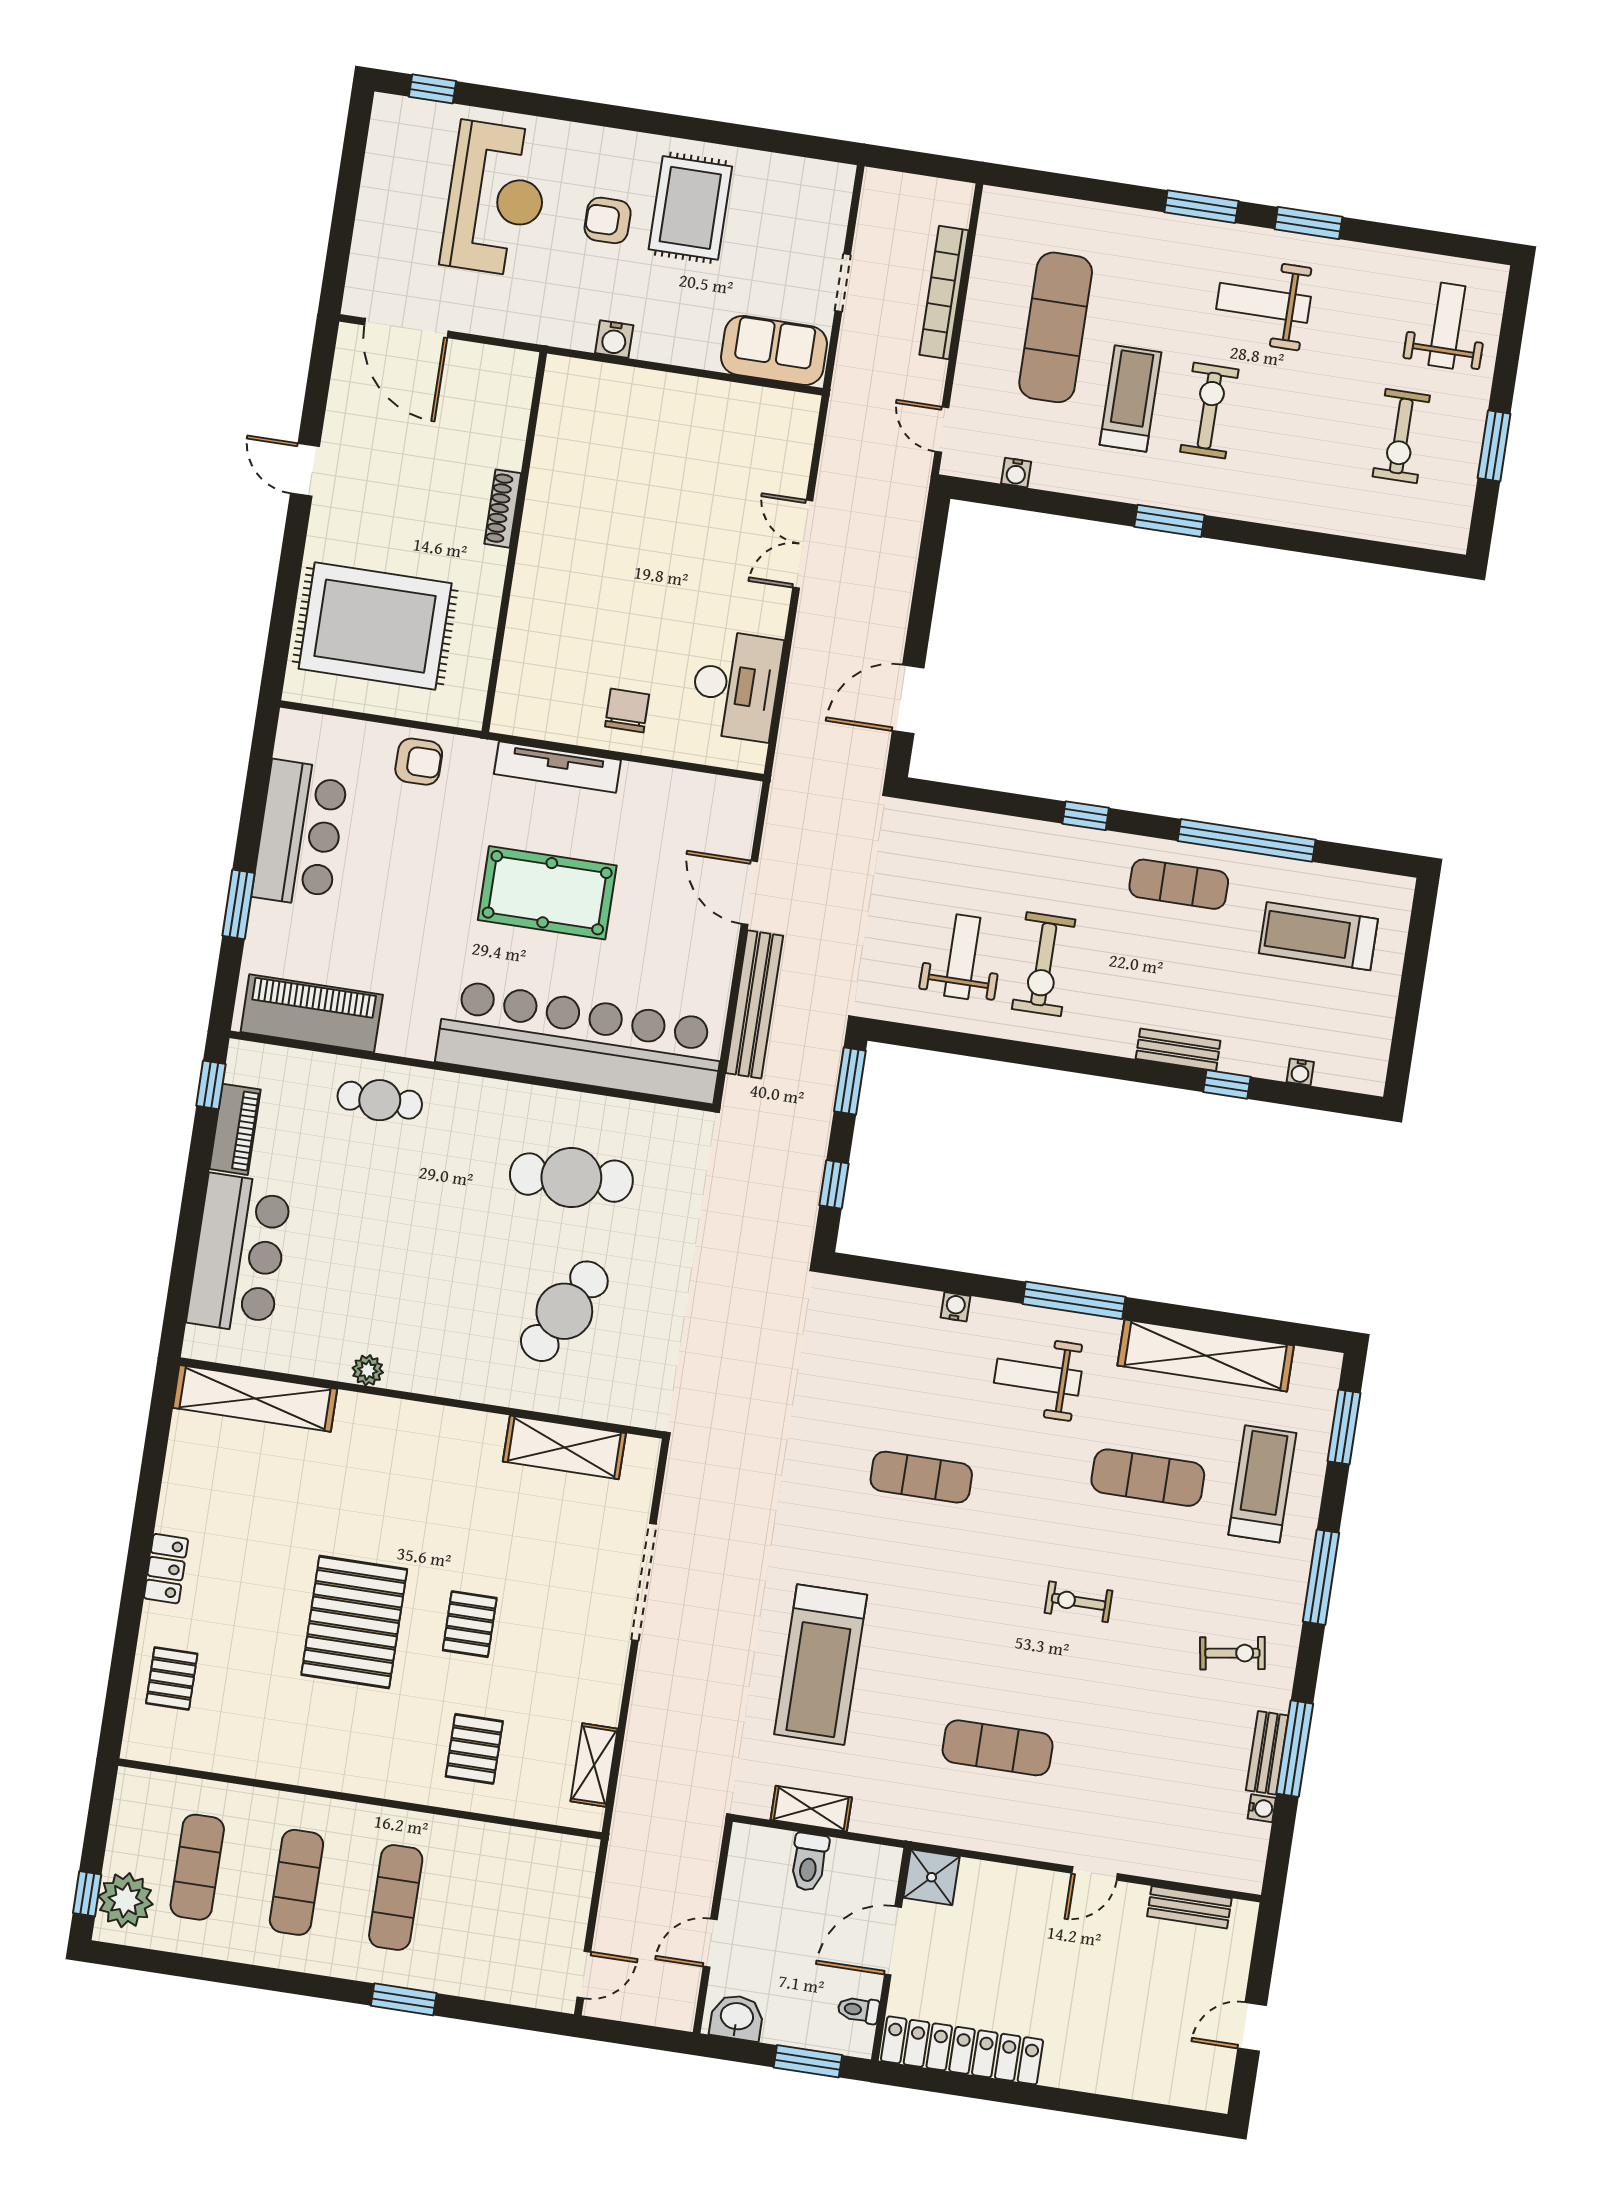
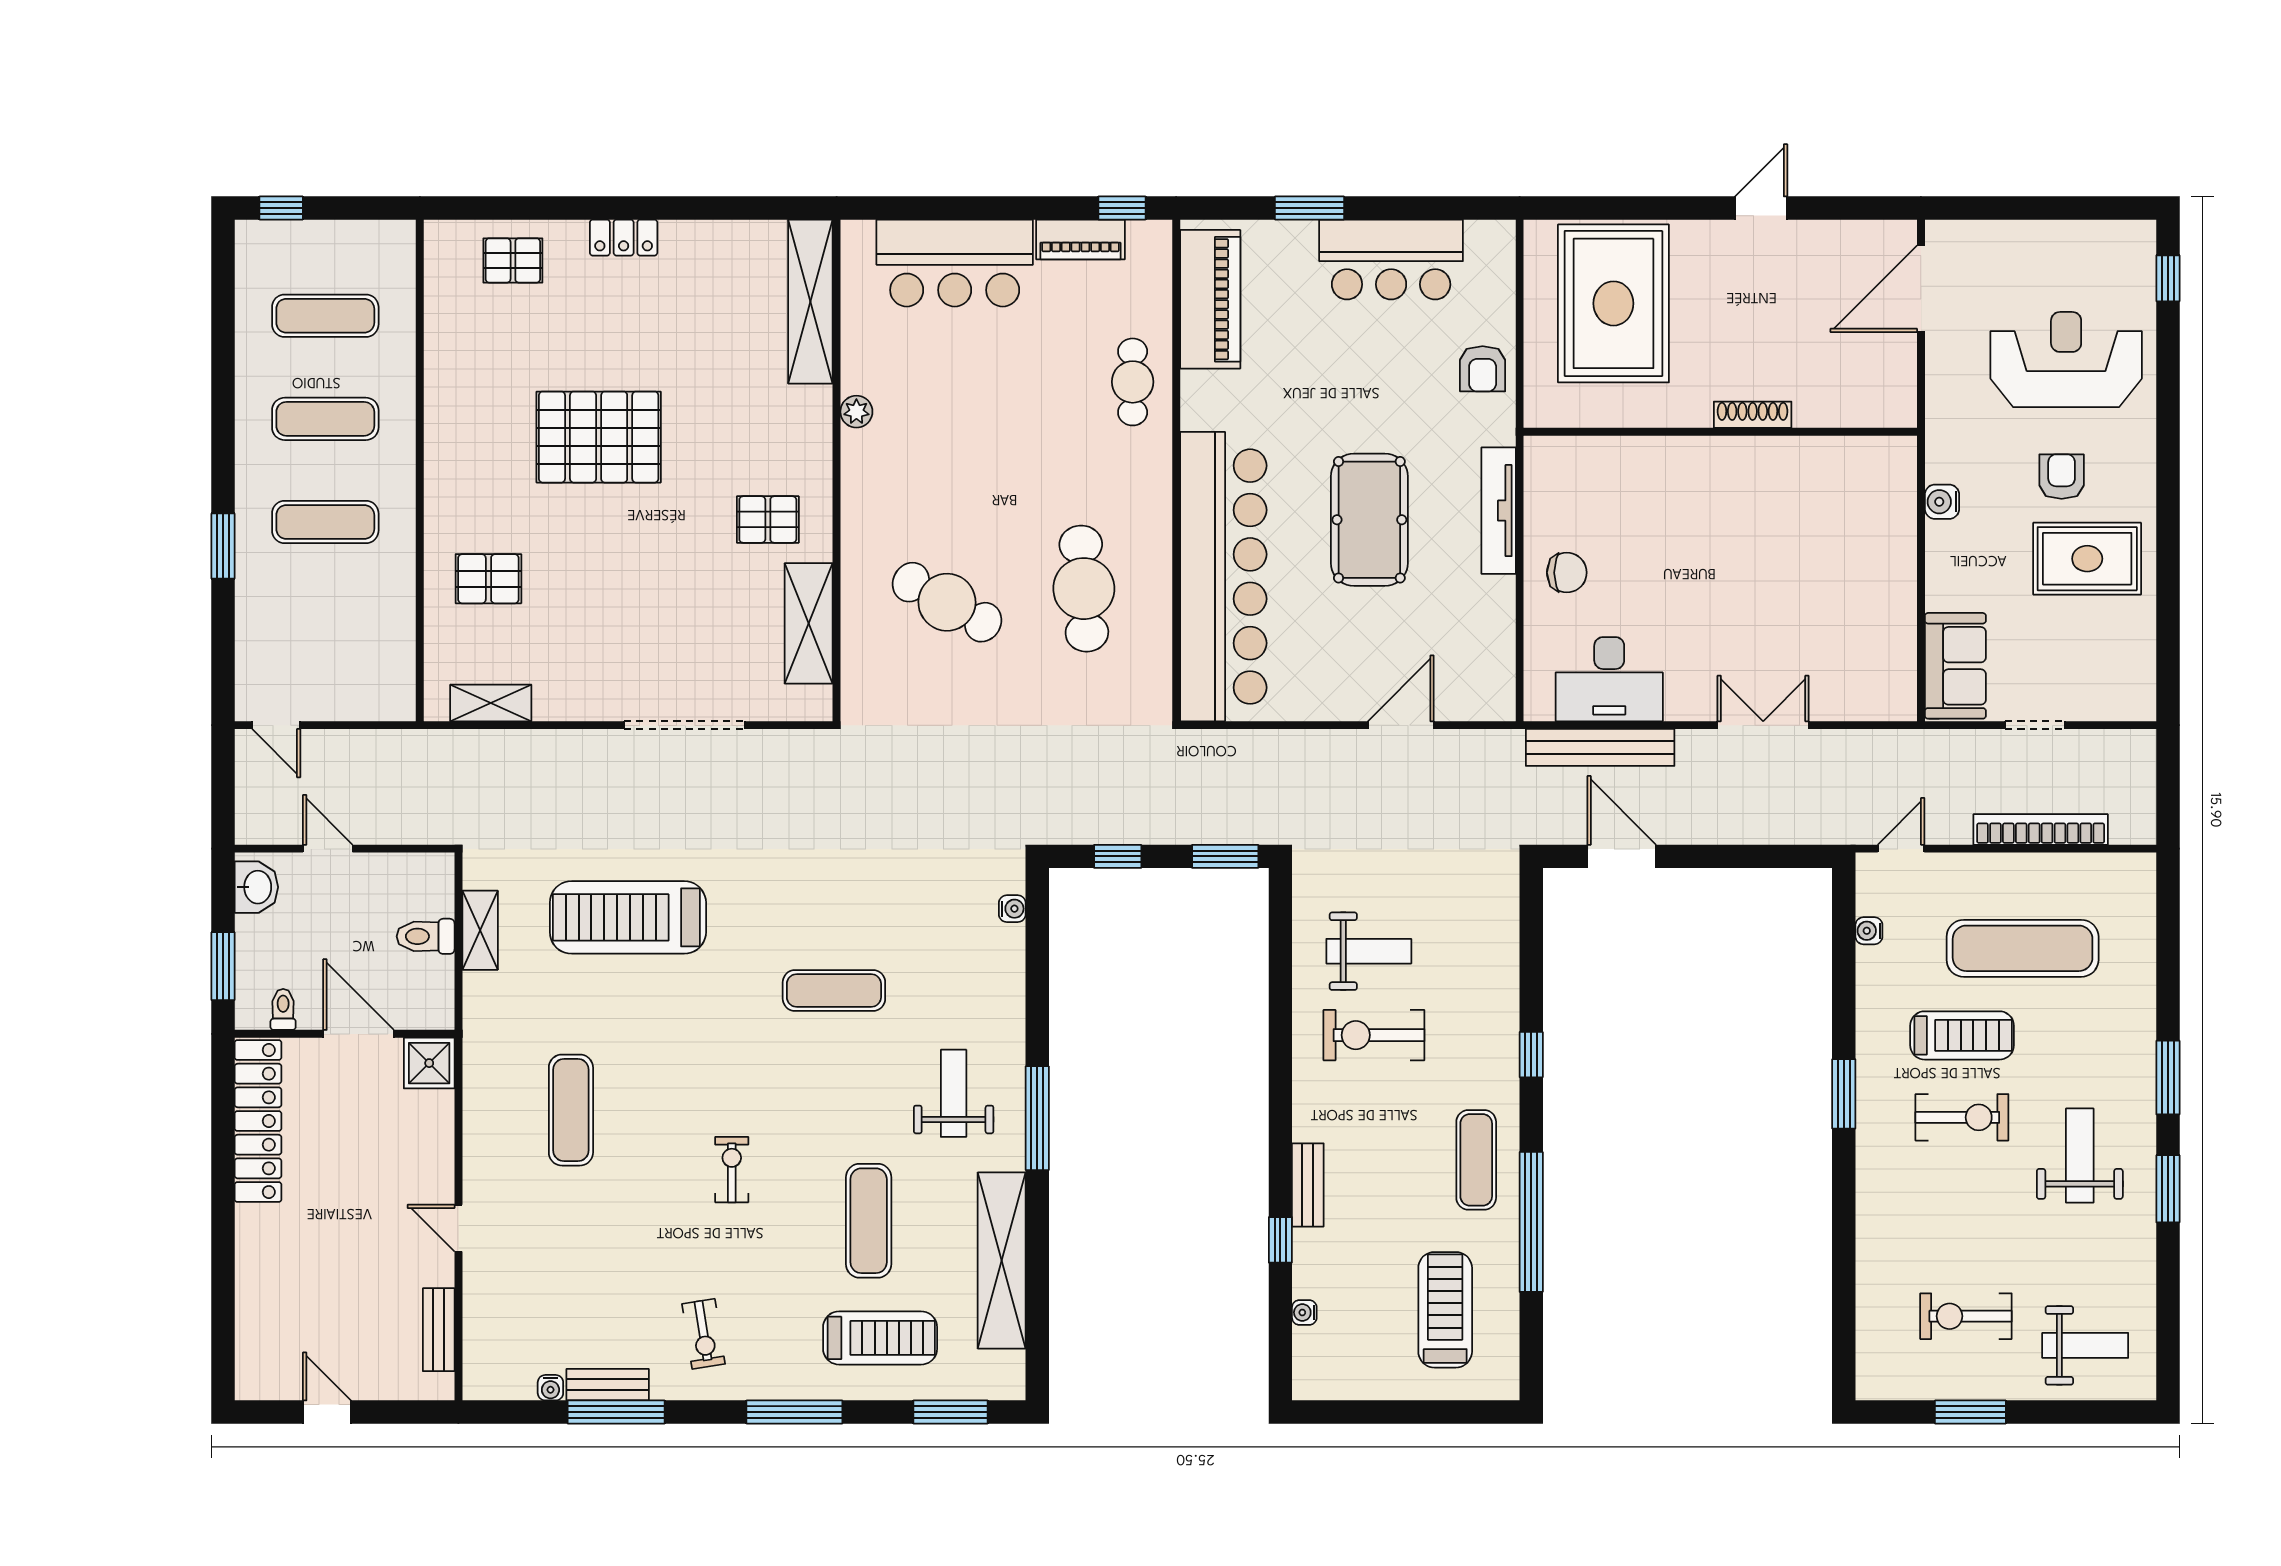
reception desk: (496, 199) -> (2066, 360), turned 180
bench: (754, 1004) -> (1600, 747), moved
water cooler: (955, 1307) -> (1012, 909), moved
exercise mat: (921, 1477) -> (834, 990), turned 90
pallet: (470, 1624) -> (768, 519), moved
plant: (125, 1900) -> (281, 248), removed

